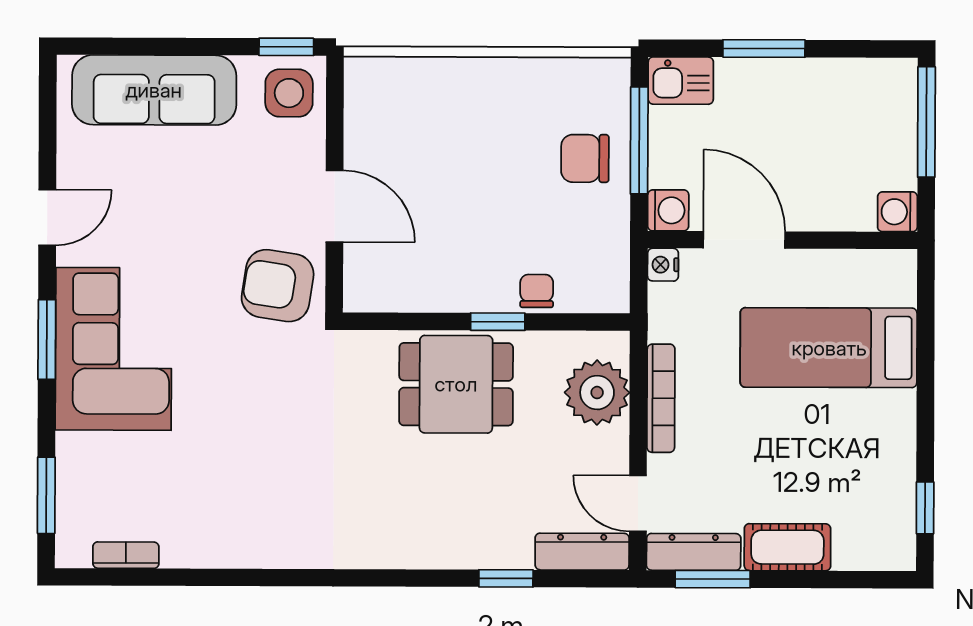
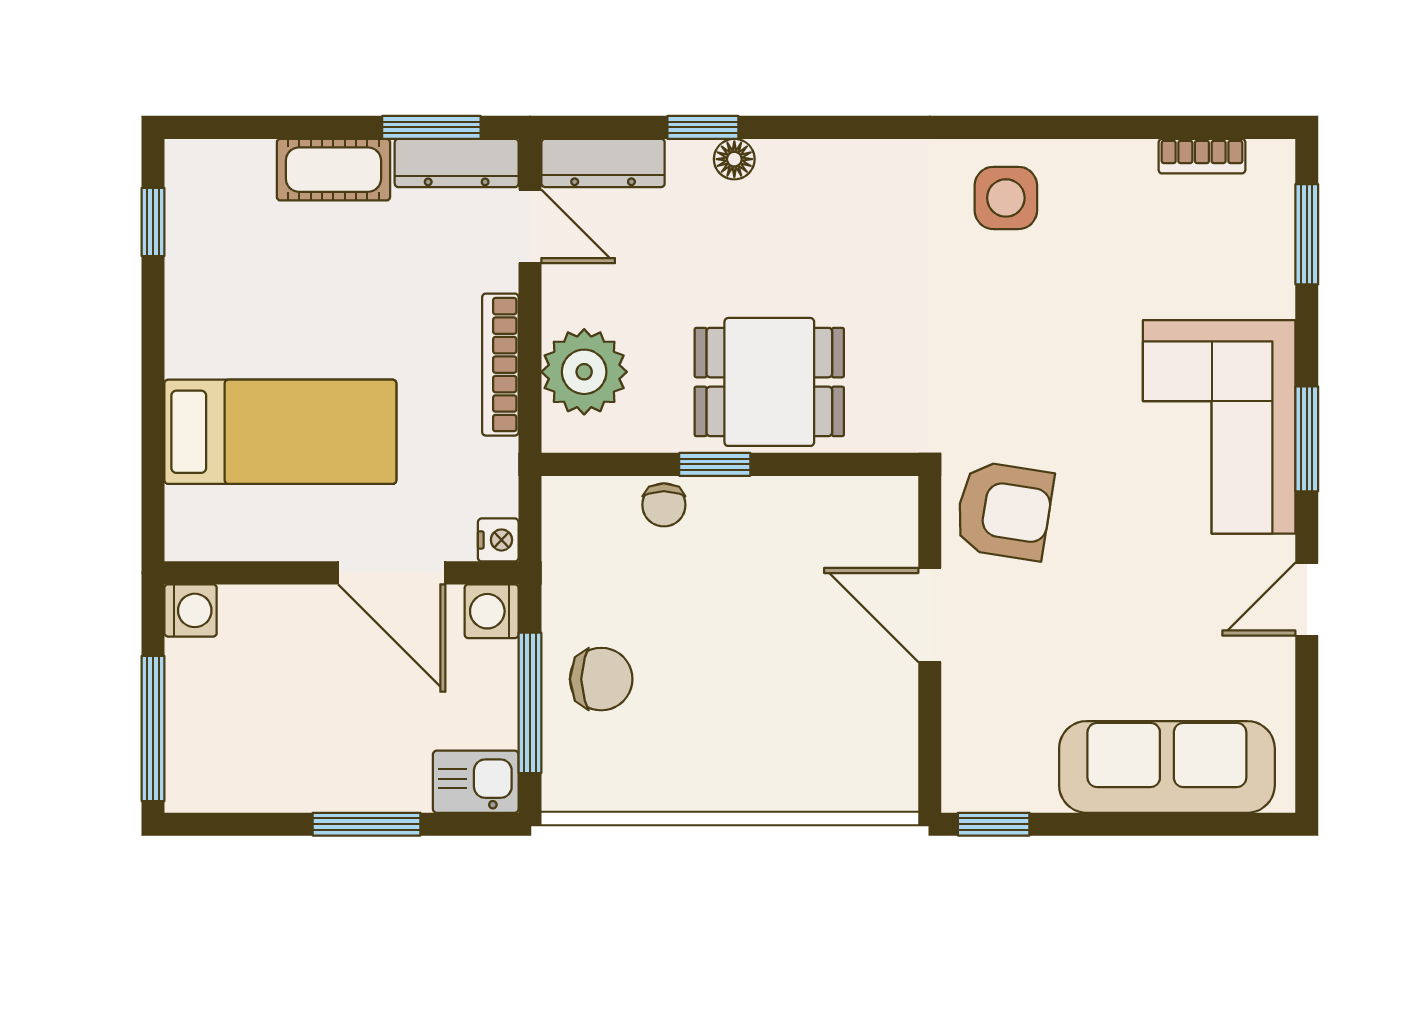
side table: (289, 93) -> (1006, 198), moved
floor lamp: (482, 554) -> (734, 159), added

